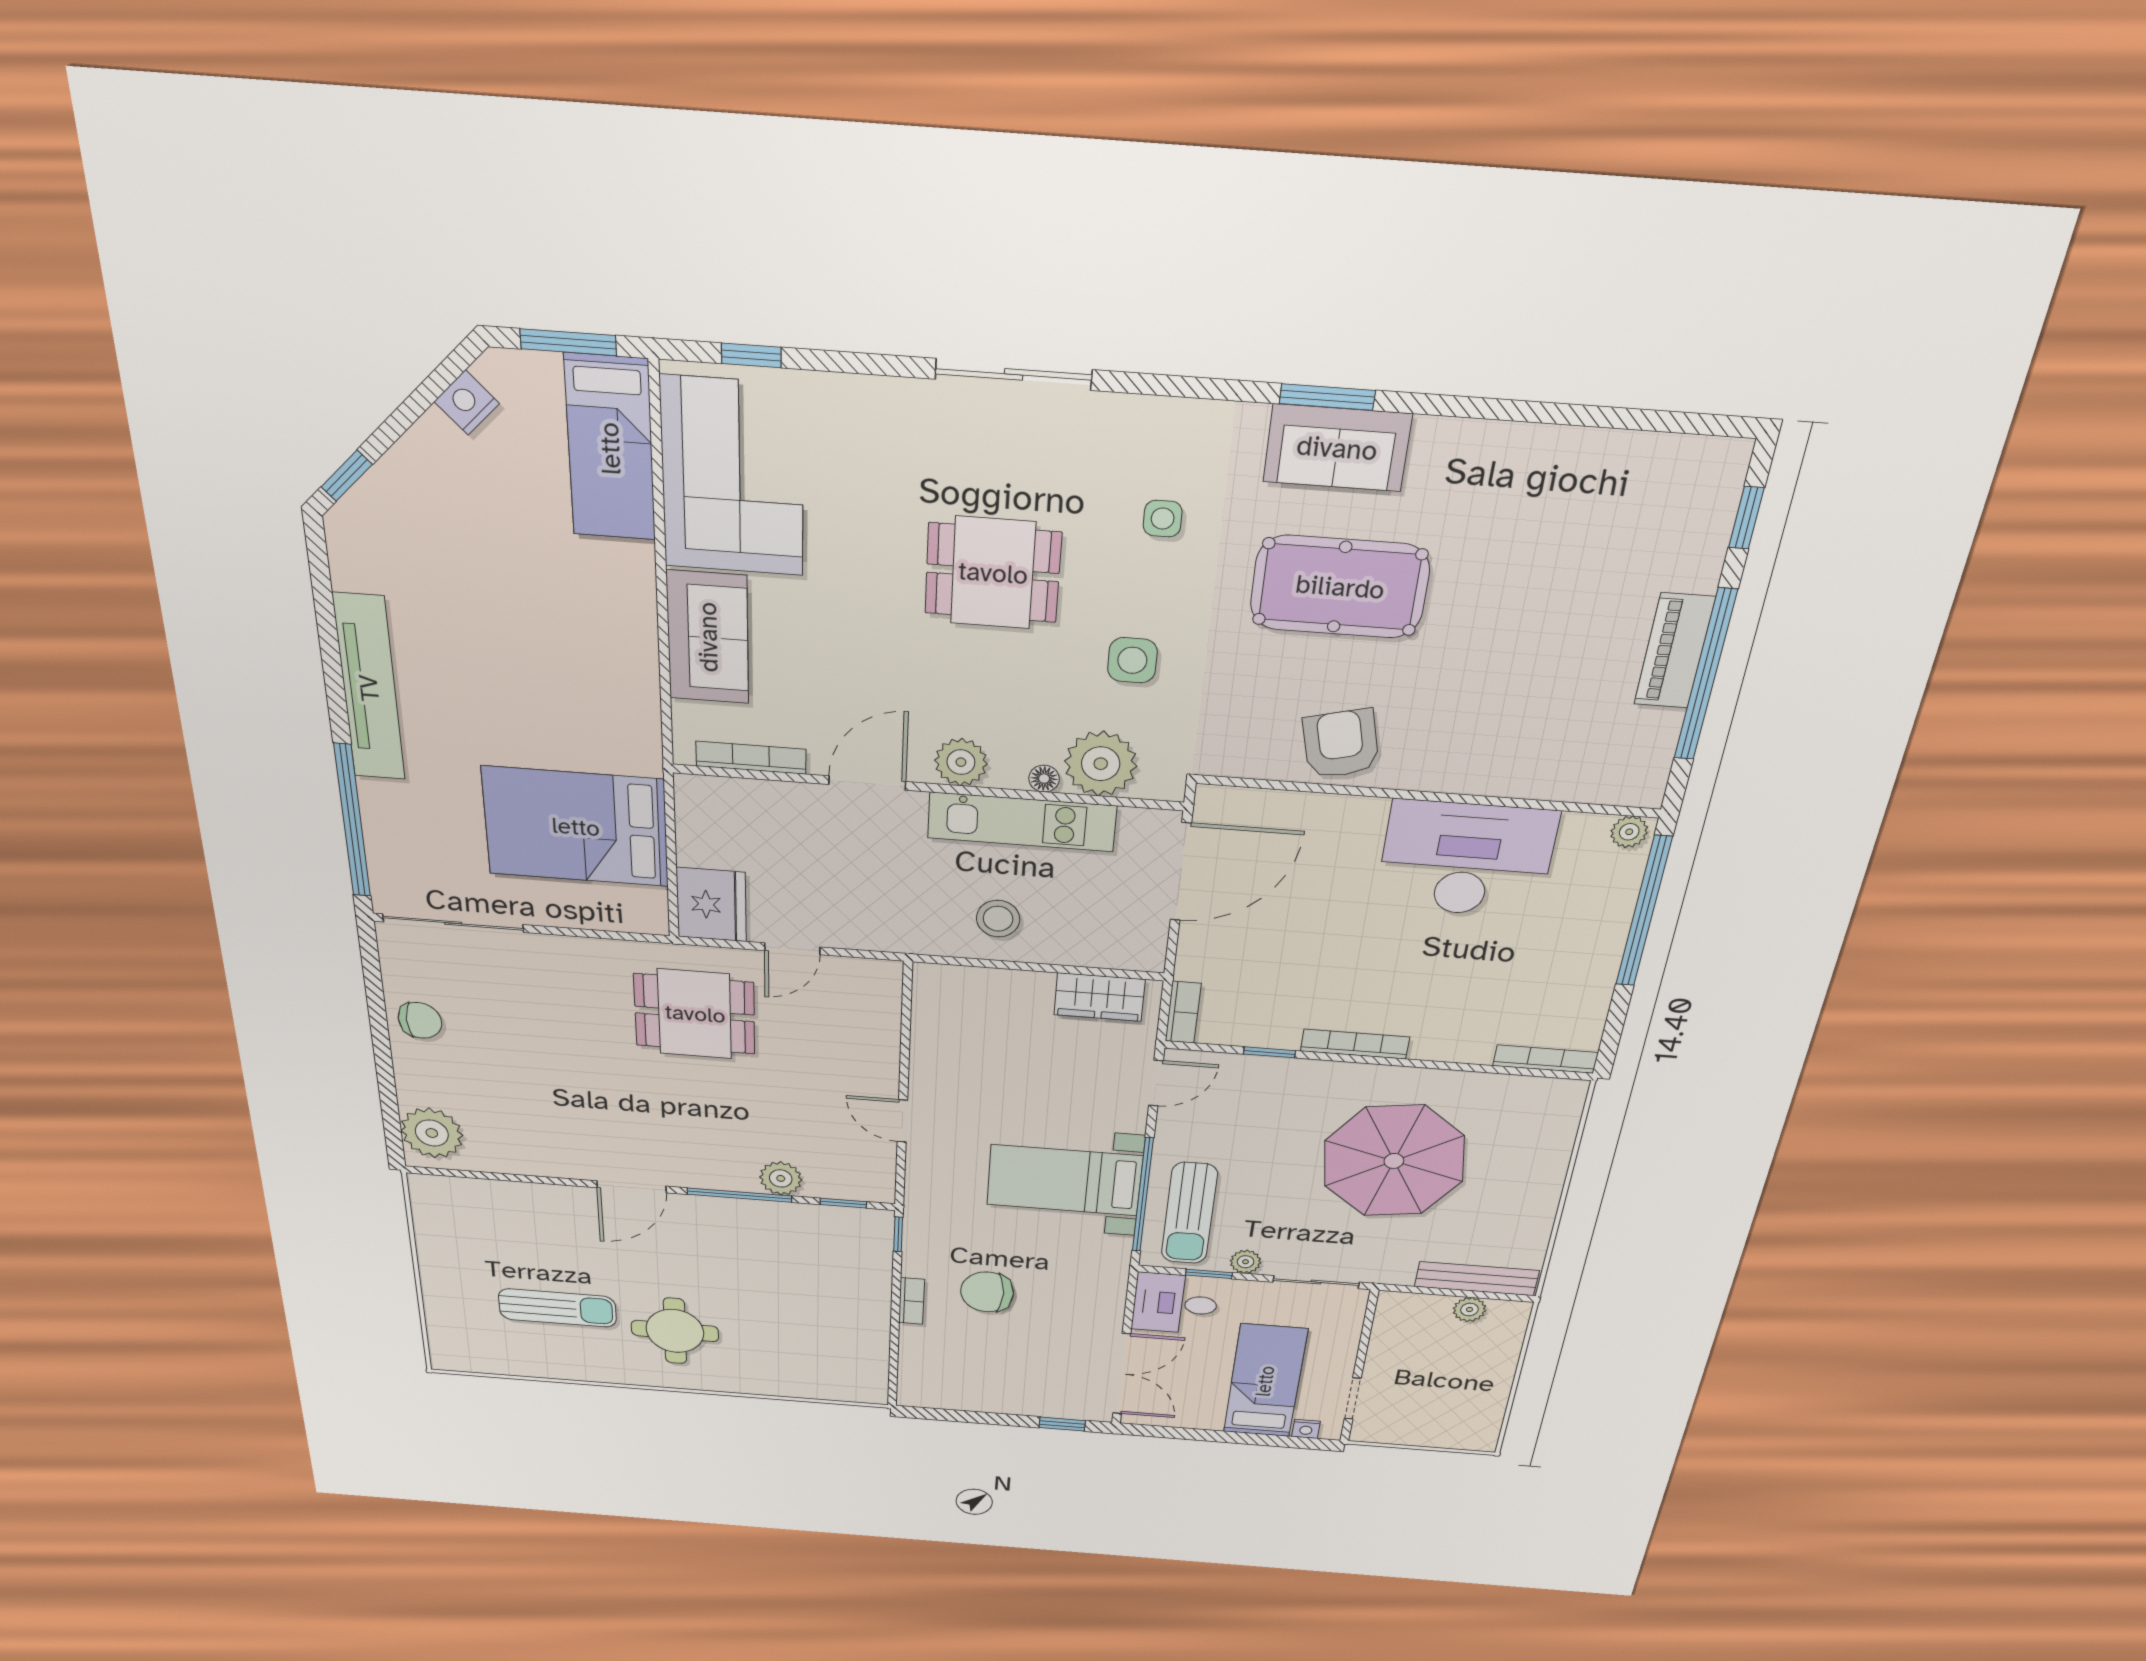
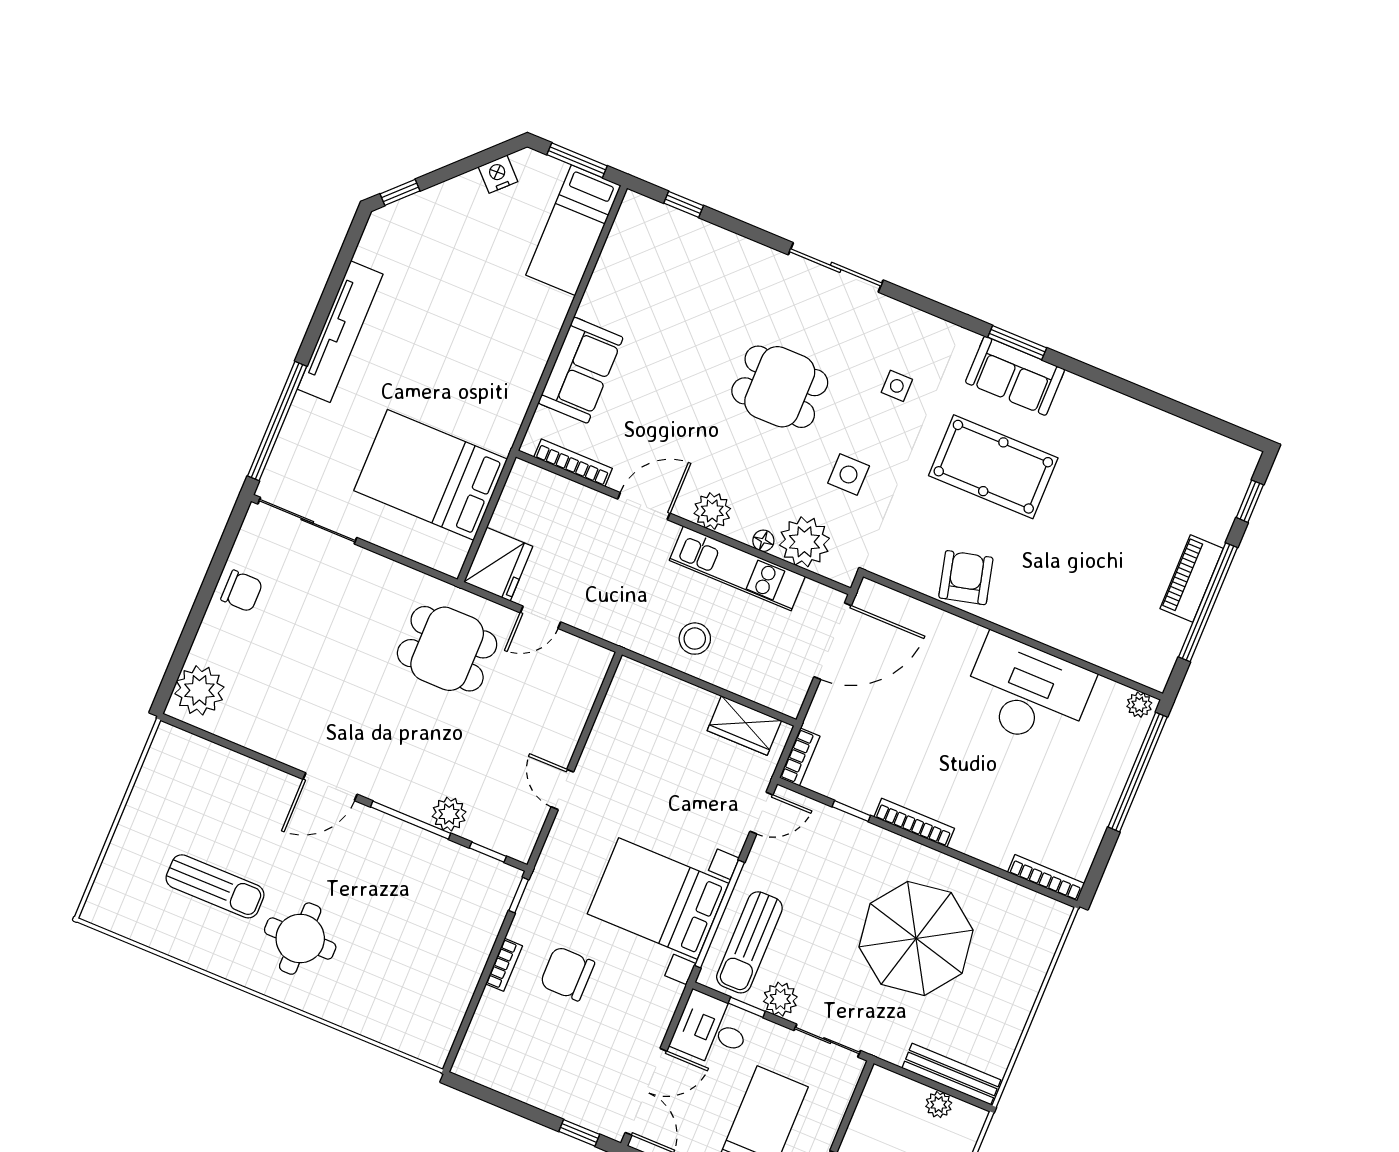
corner sofa: (732, 477) -> (641, 273), removed
bed with nightstands: (1064, 1180) -> (658, 899), width x1.36
plant: (1246, 1262) -> (780, 999), width x1.38, depth x1.38

